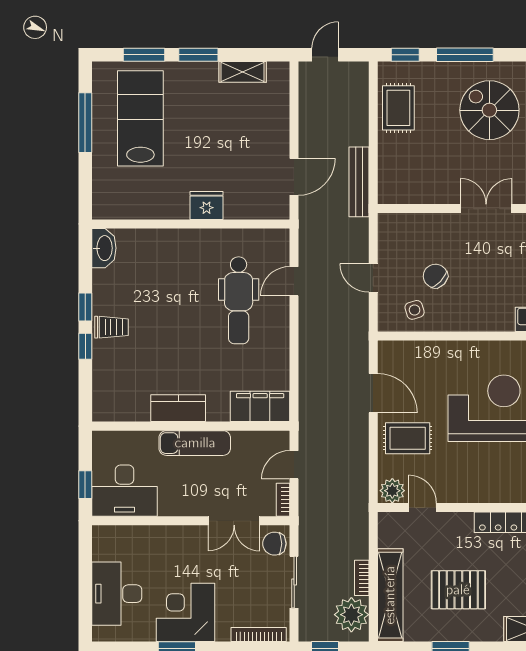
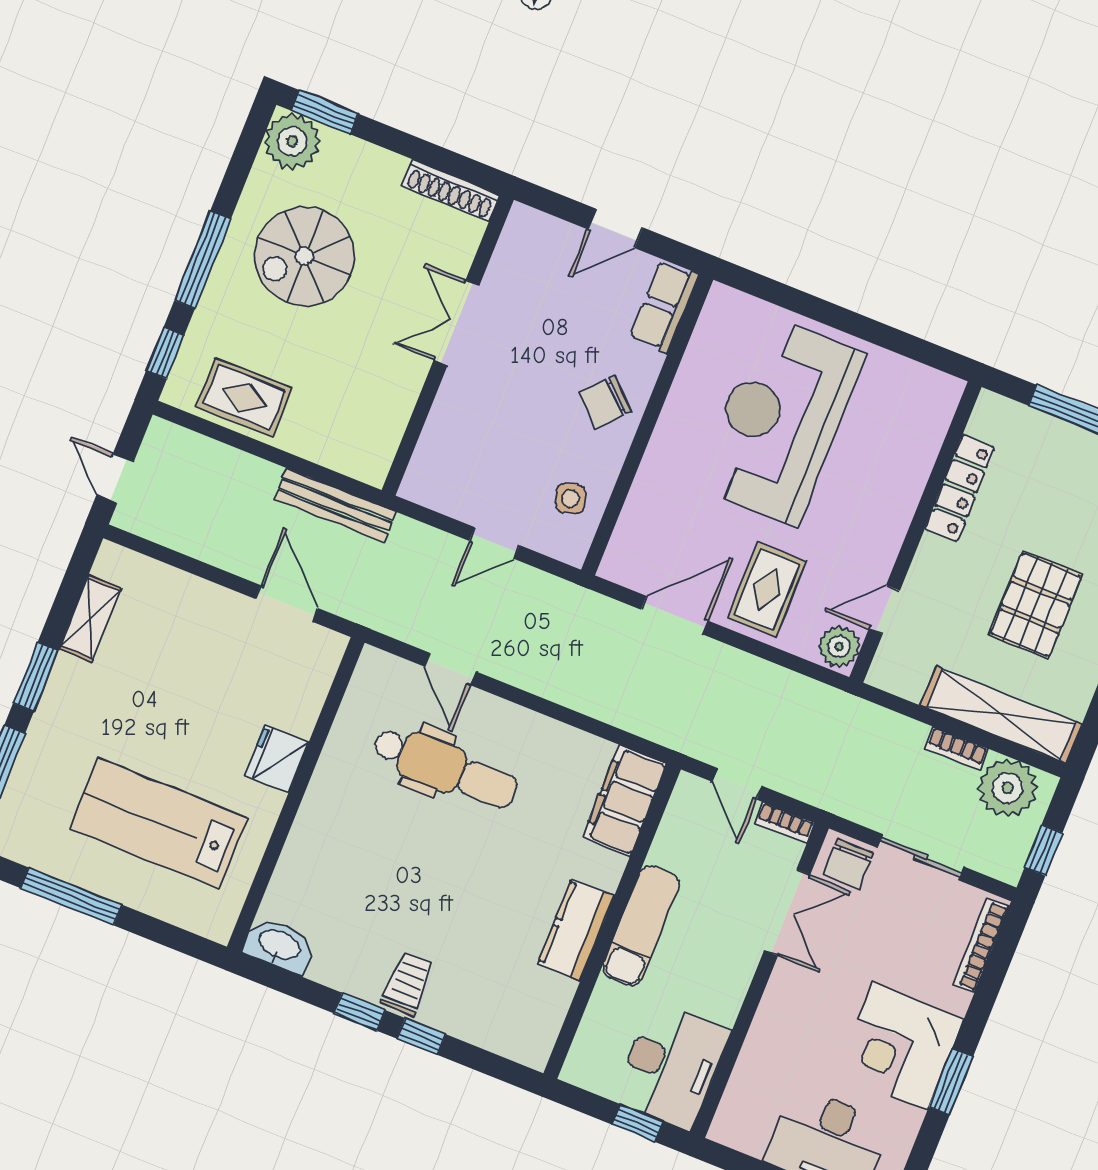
lab bench: (140, 118) -> (159, 823), moved
chair: (435, 276) -> (605, 402), moved

